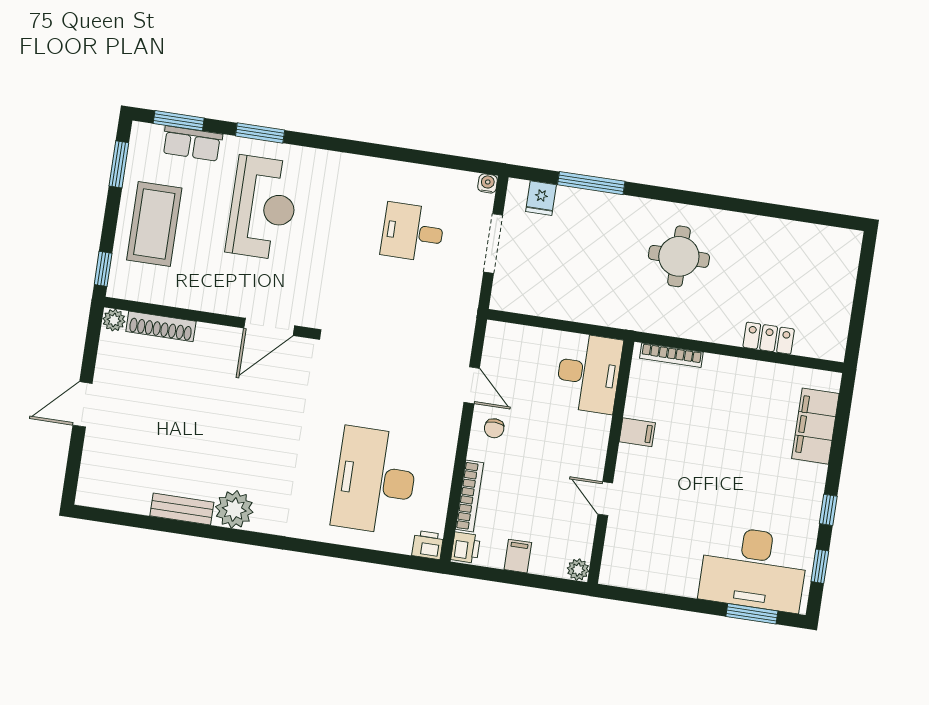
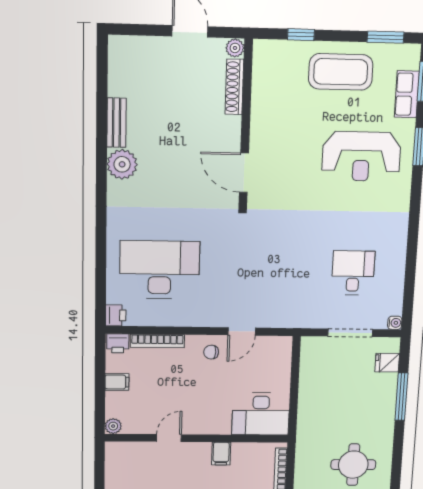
wall: (207, 317) -> (246, 123), moved
plant: (114, 320) -> (235, 48), moved
shoe rack: (161, 326) -> (234, 87), moved
door: (269, 327) -> (244, 173), moved

